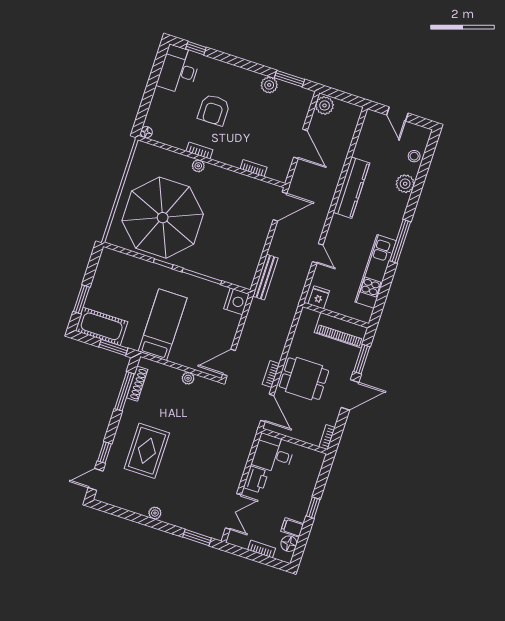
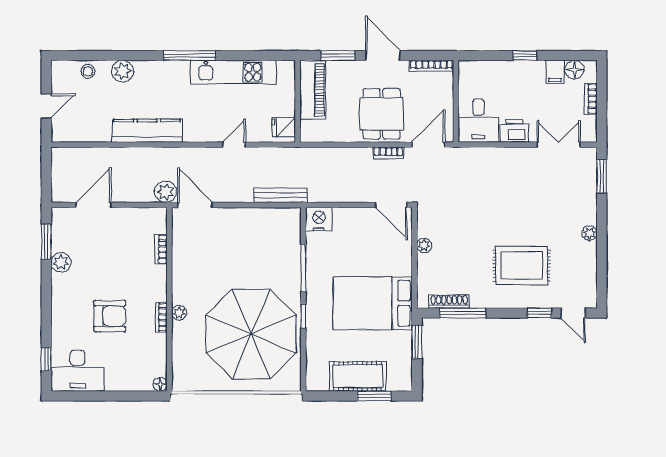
plant: (325, 105) -> (166, 192), moved
door: (300, 144) -> (94, 205), moved
bed: (163, 325) -> (373, 303), width x1.50
cot: (102, 326) -> (358, 376), moved, turned 90
bookcase: (327, 437) -> (431, 66), width x1.56

